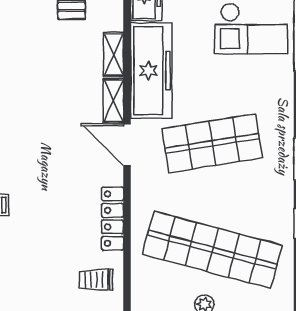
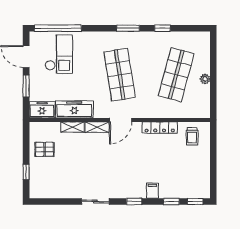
freezer: (151, 71) -> (74, 109), width x0.73, depth x0.79
shop shelf: (212, 250) -> (176, 75), width x0.71

